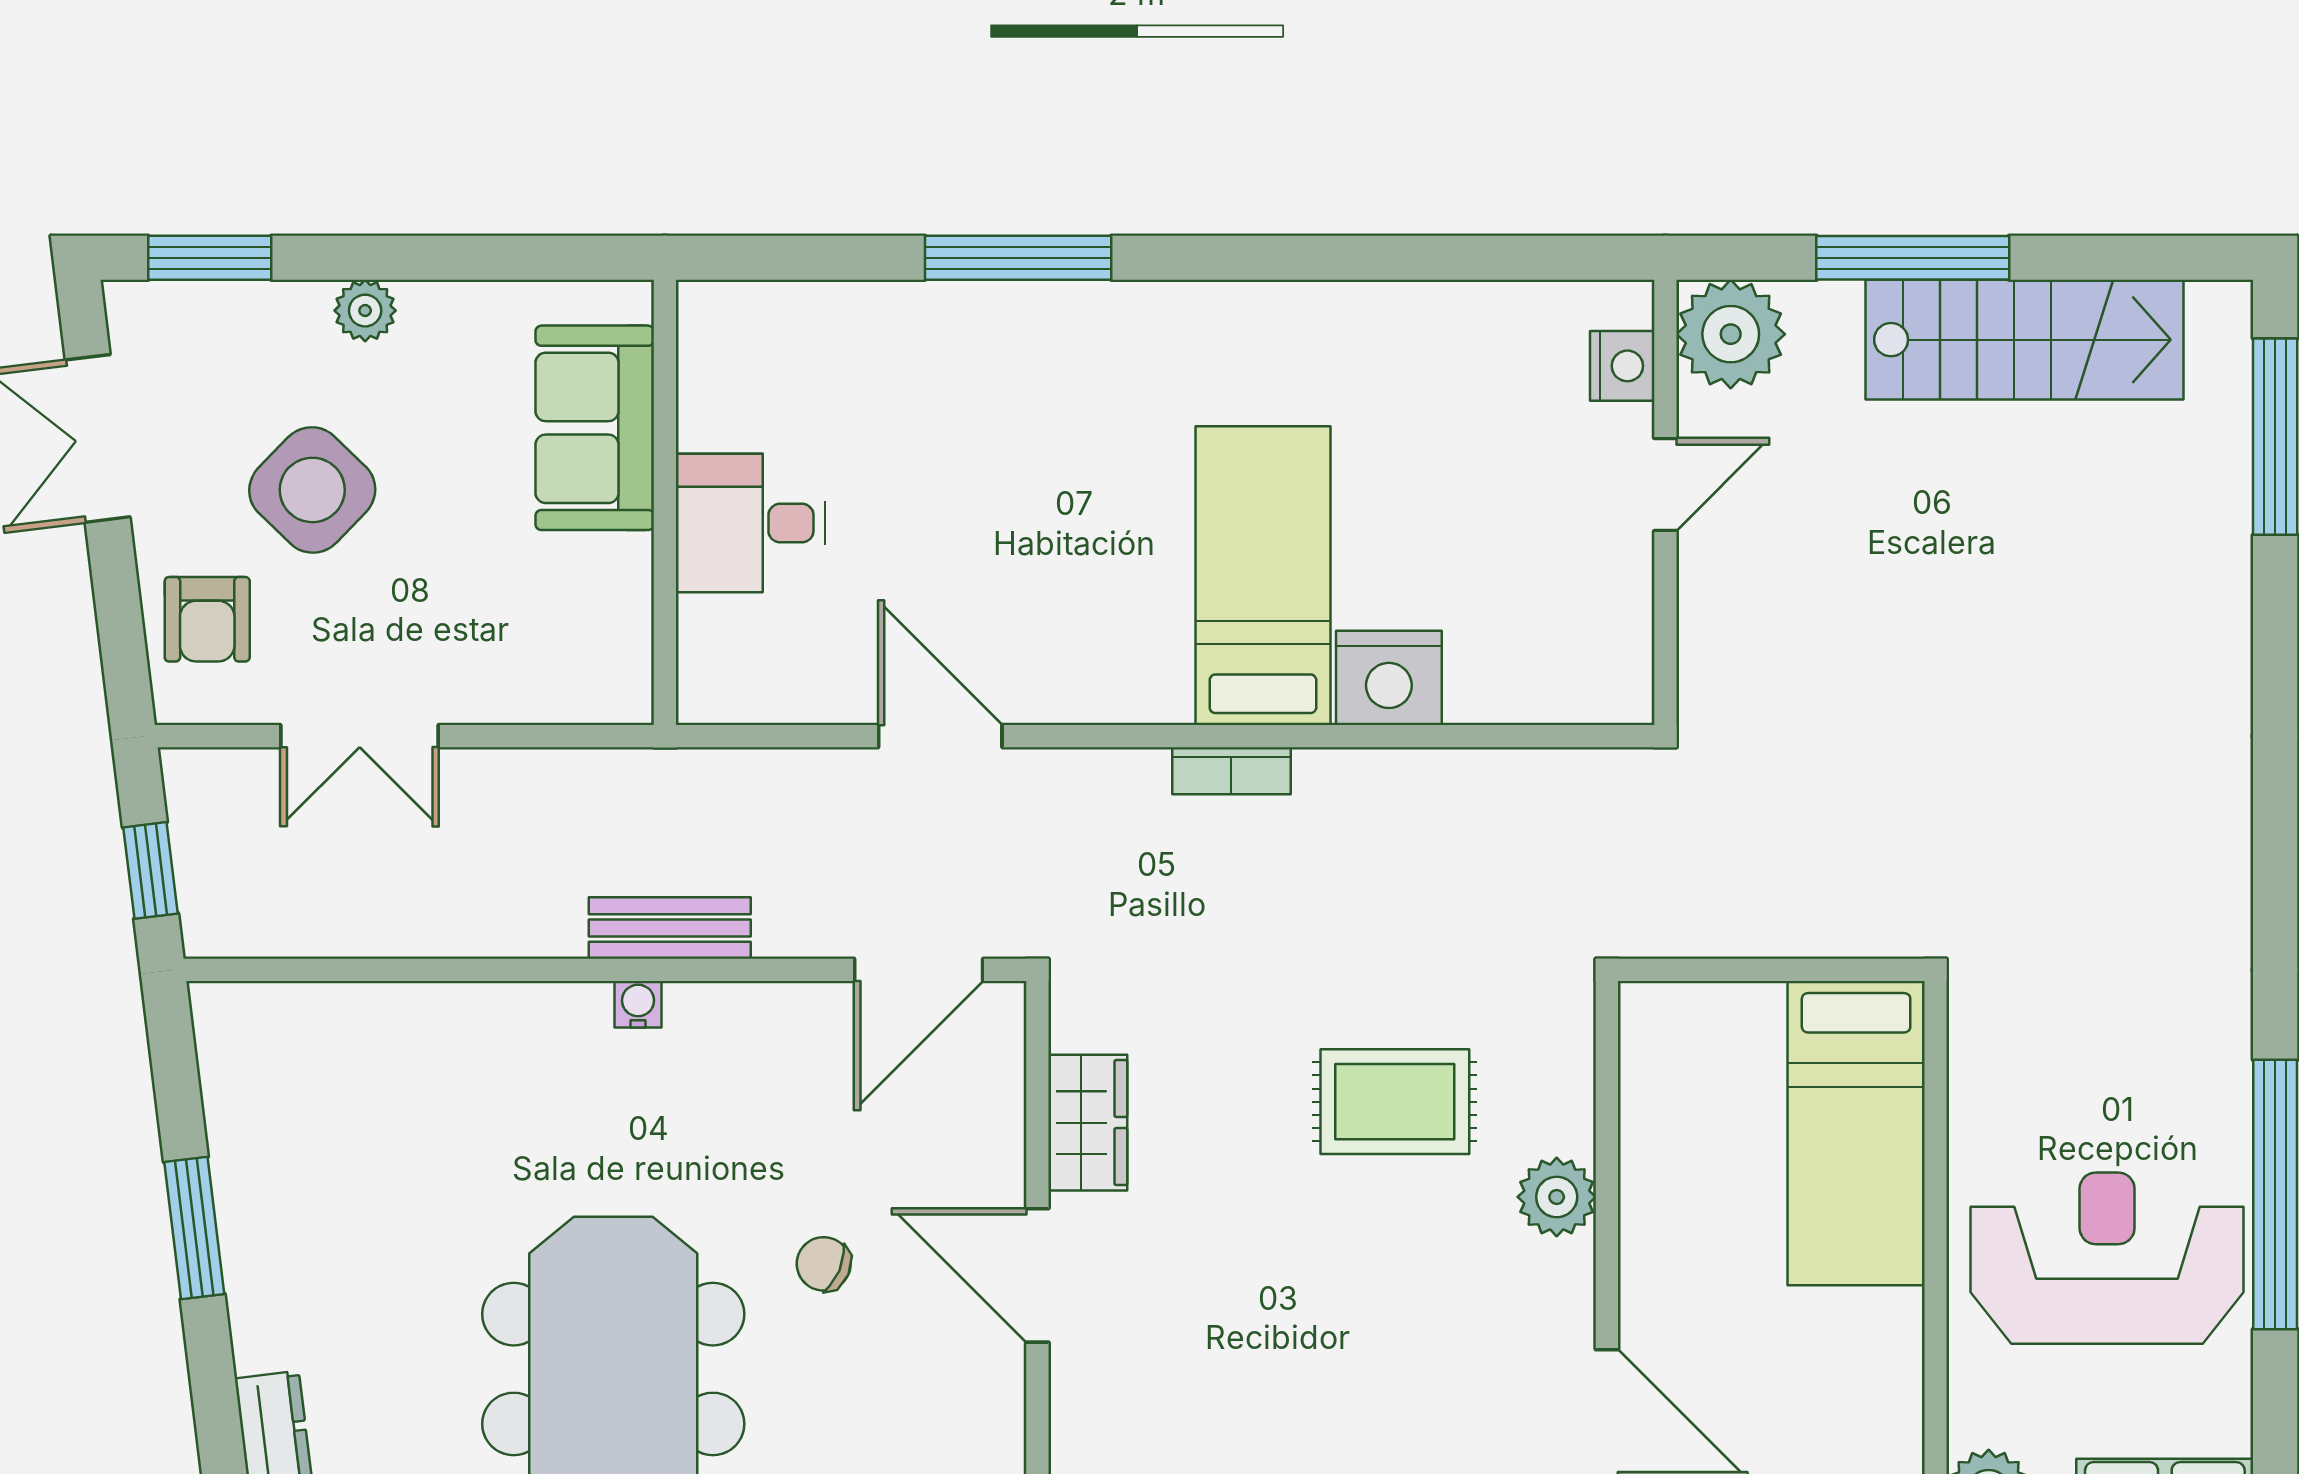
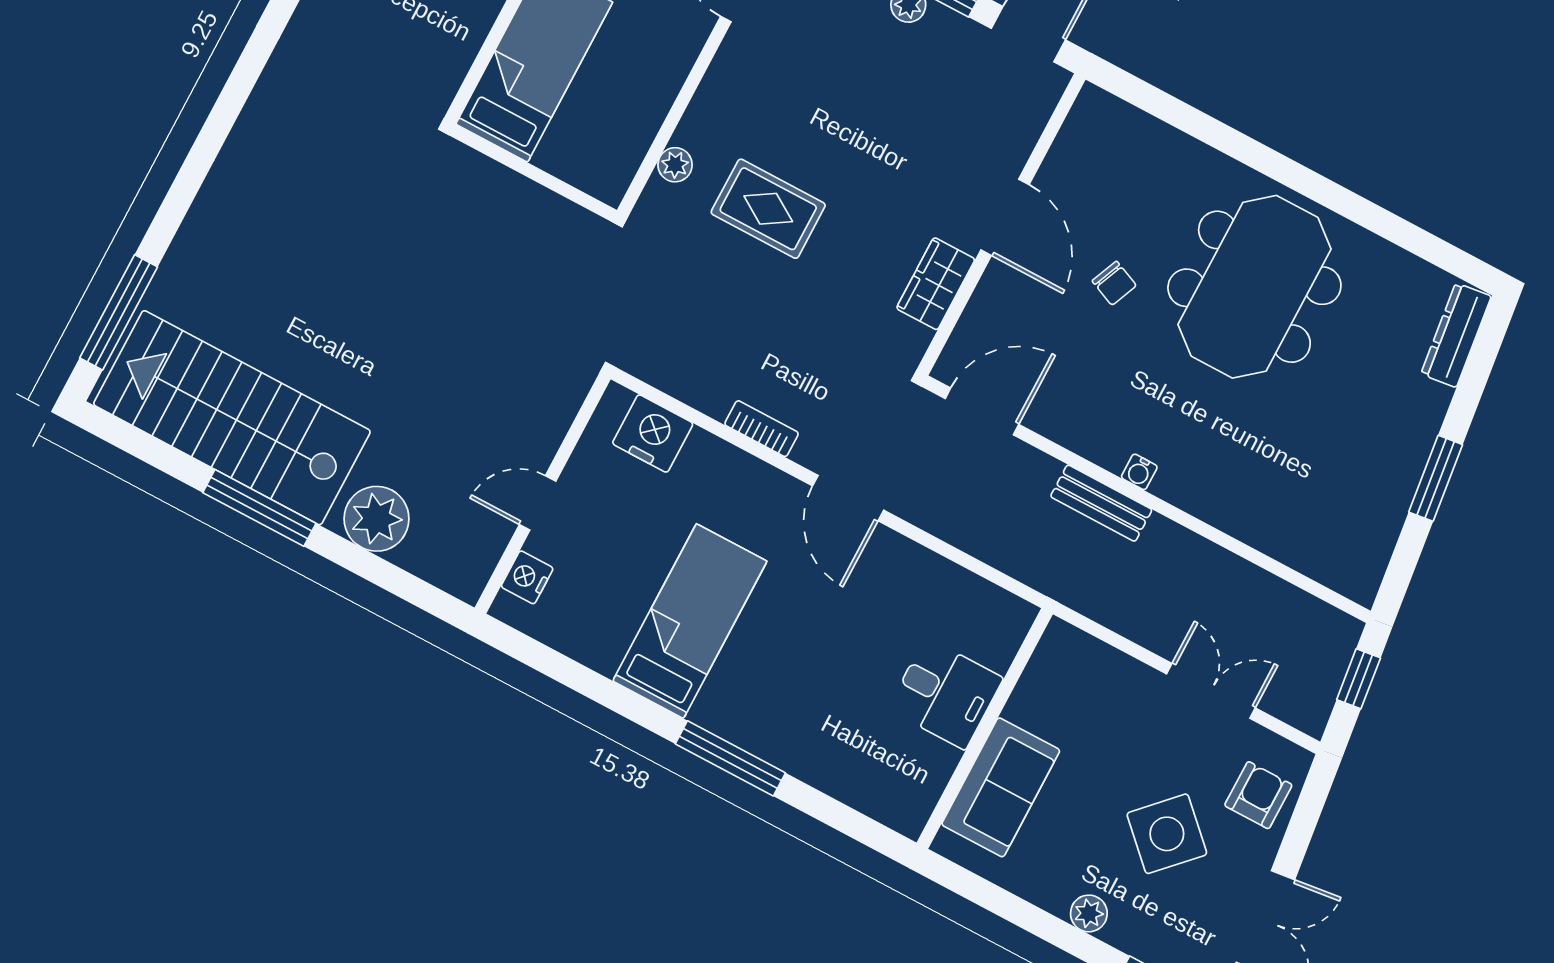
stairs: (2024, 340) -> (232, 418), width x1.36, depth x1.51
nightstand: (1622, 366) -> (527, 577), moved
door: (1665, 485) -> (538, 503), moved
wall: (1665, 502) -> (543, 493), moved
bed: (1263, 576) -> (690, 621), moved, turned 180
door: (940, 736) -> (848, 498), moved
plant: (1557, 1197) -> (675, 165), moved, width x0.73, depth x0.73

